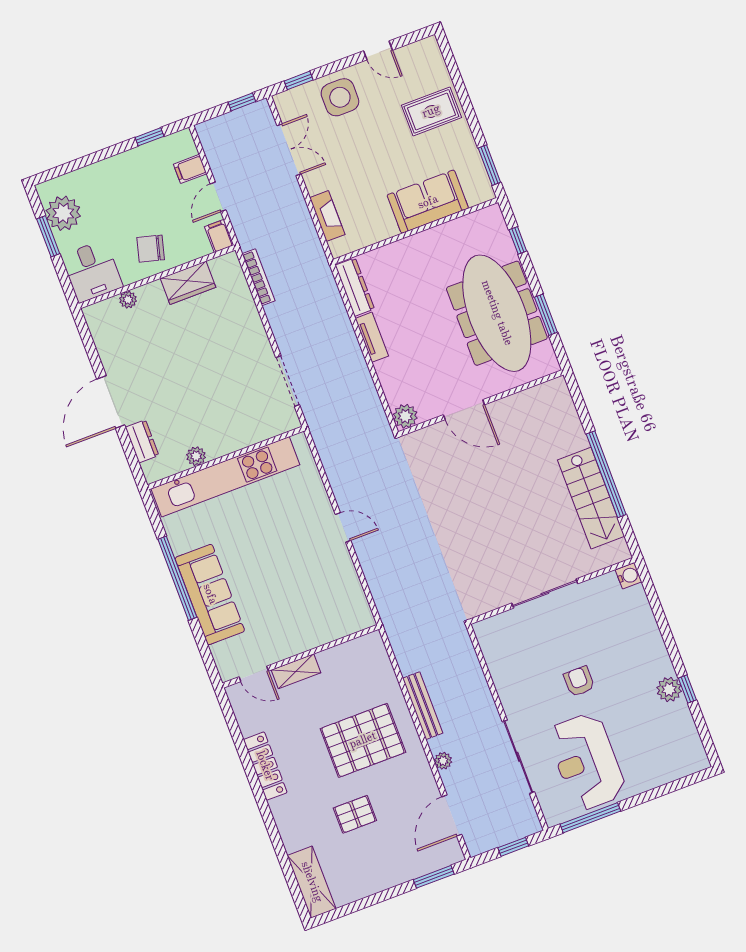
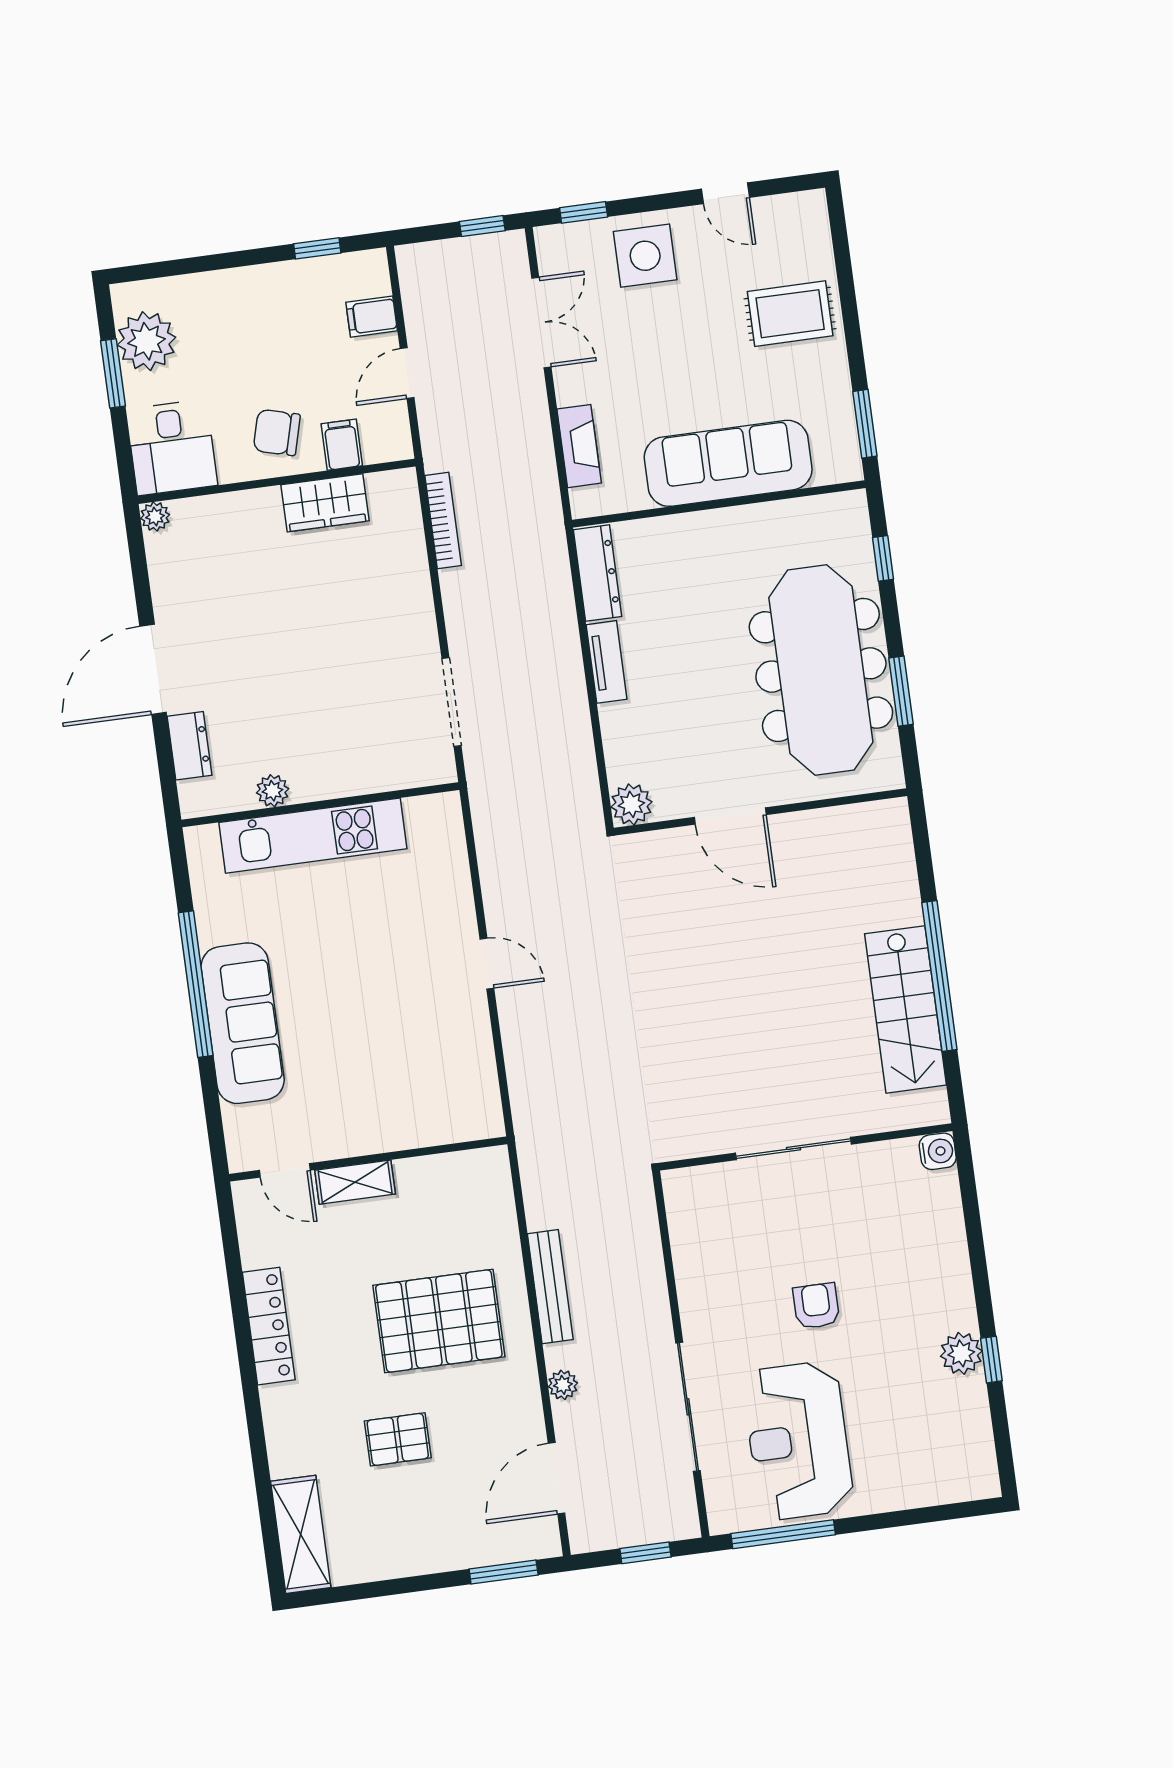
sofa: (428, 202) -> (728, 463), width x1.36
filing cabinet: (219, 236) -> (342, 445), moved
plant: (128, 300) -> (155, 517), moved
kitchen unit: (225, 477) -> (313, 836), width x0.73

